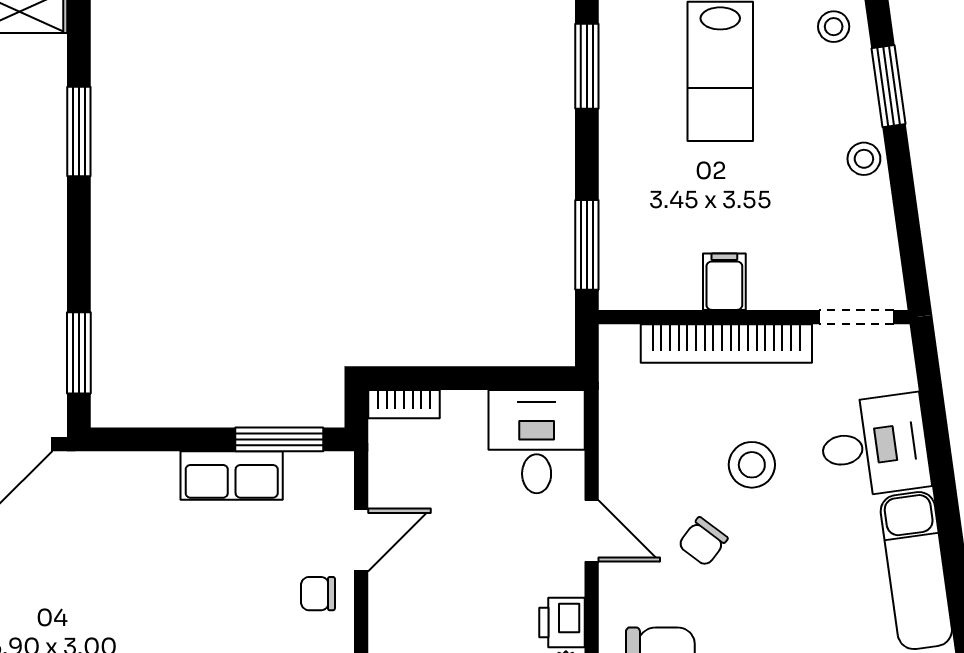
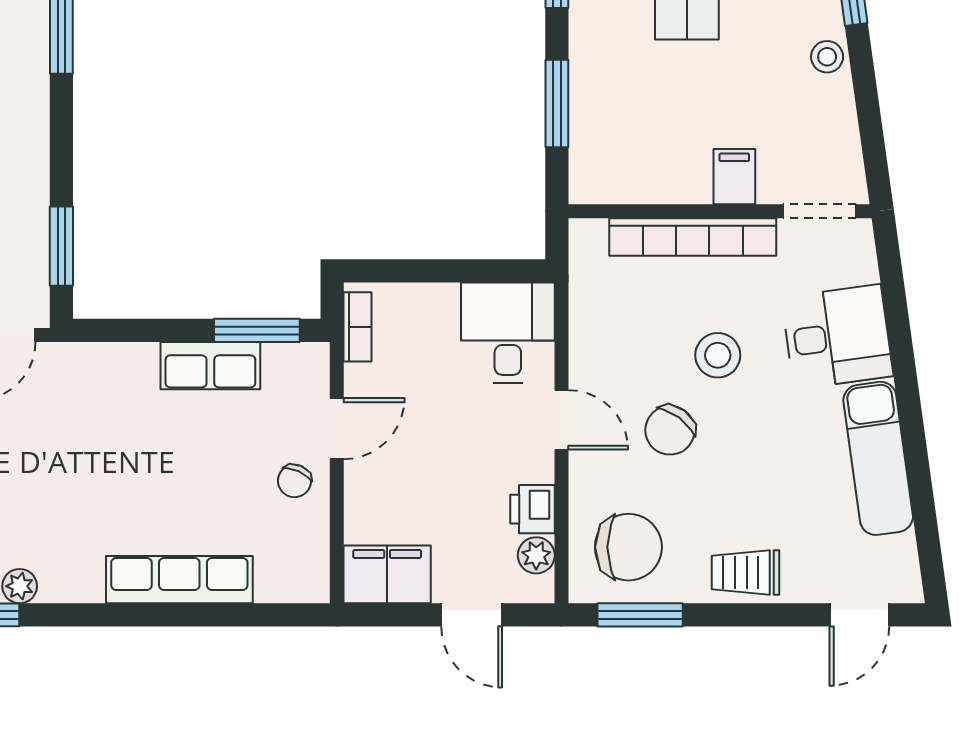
window: (587, 245) -> (557, 104), moved
filing cabinet: (724, 282) -> (734, 177), moved
bookcase: (404, 404) -> (357, 327), moved, turned -90
chair: (703, 542) -> (670, 430), width x1.37, depth x1.37
chair: (318, 594) -> (295, 481), turned -66

